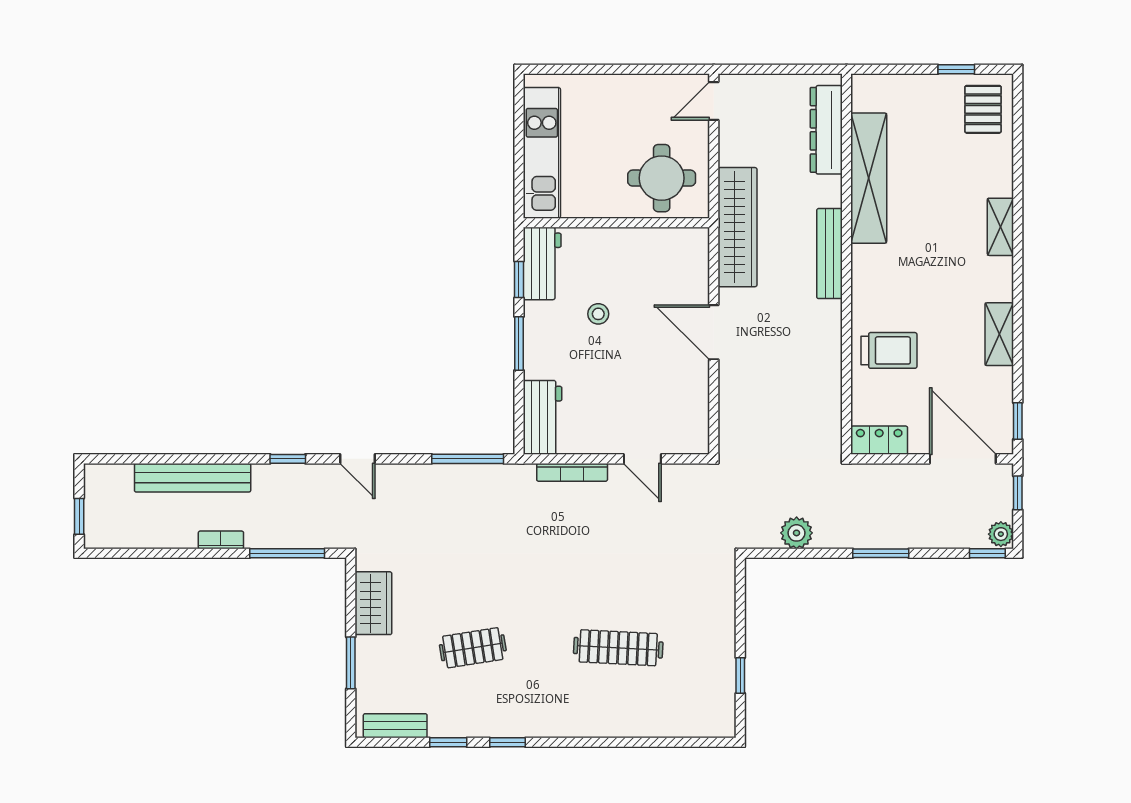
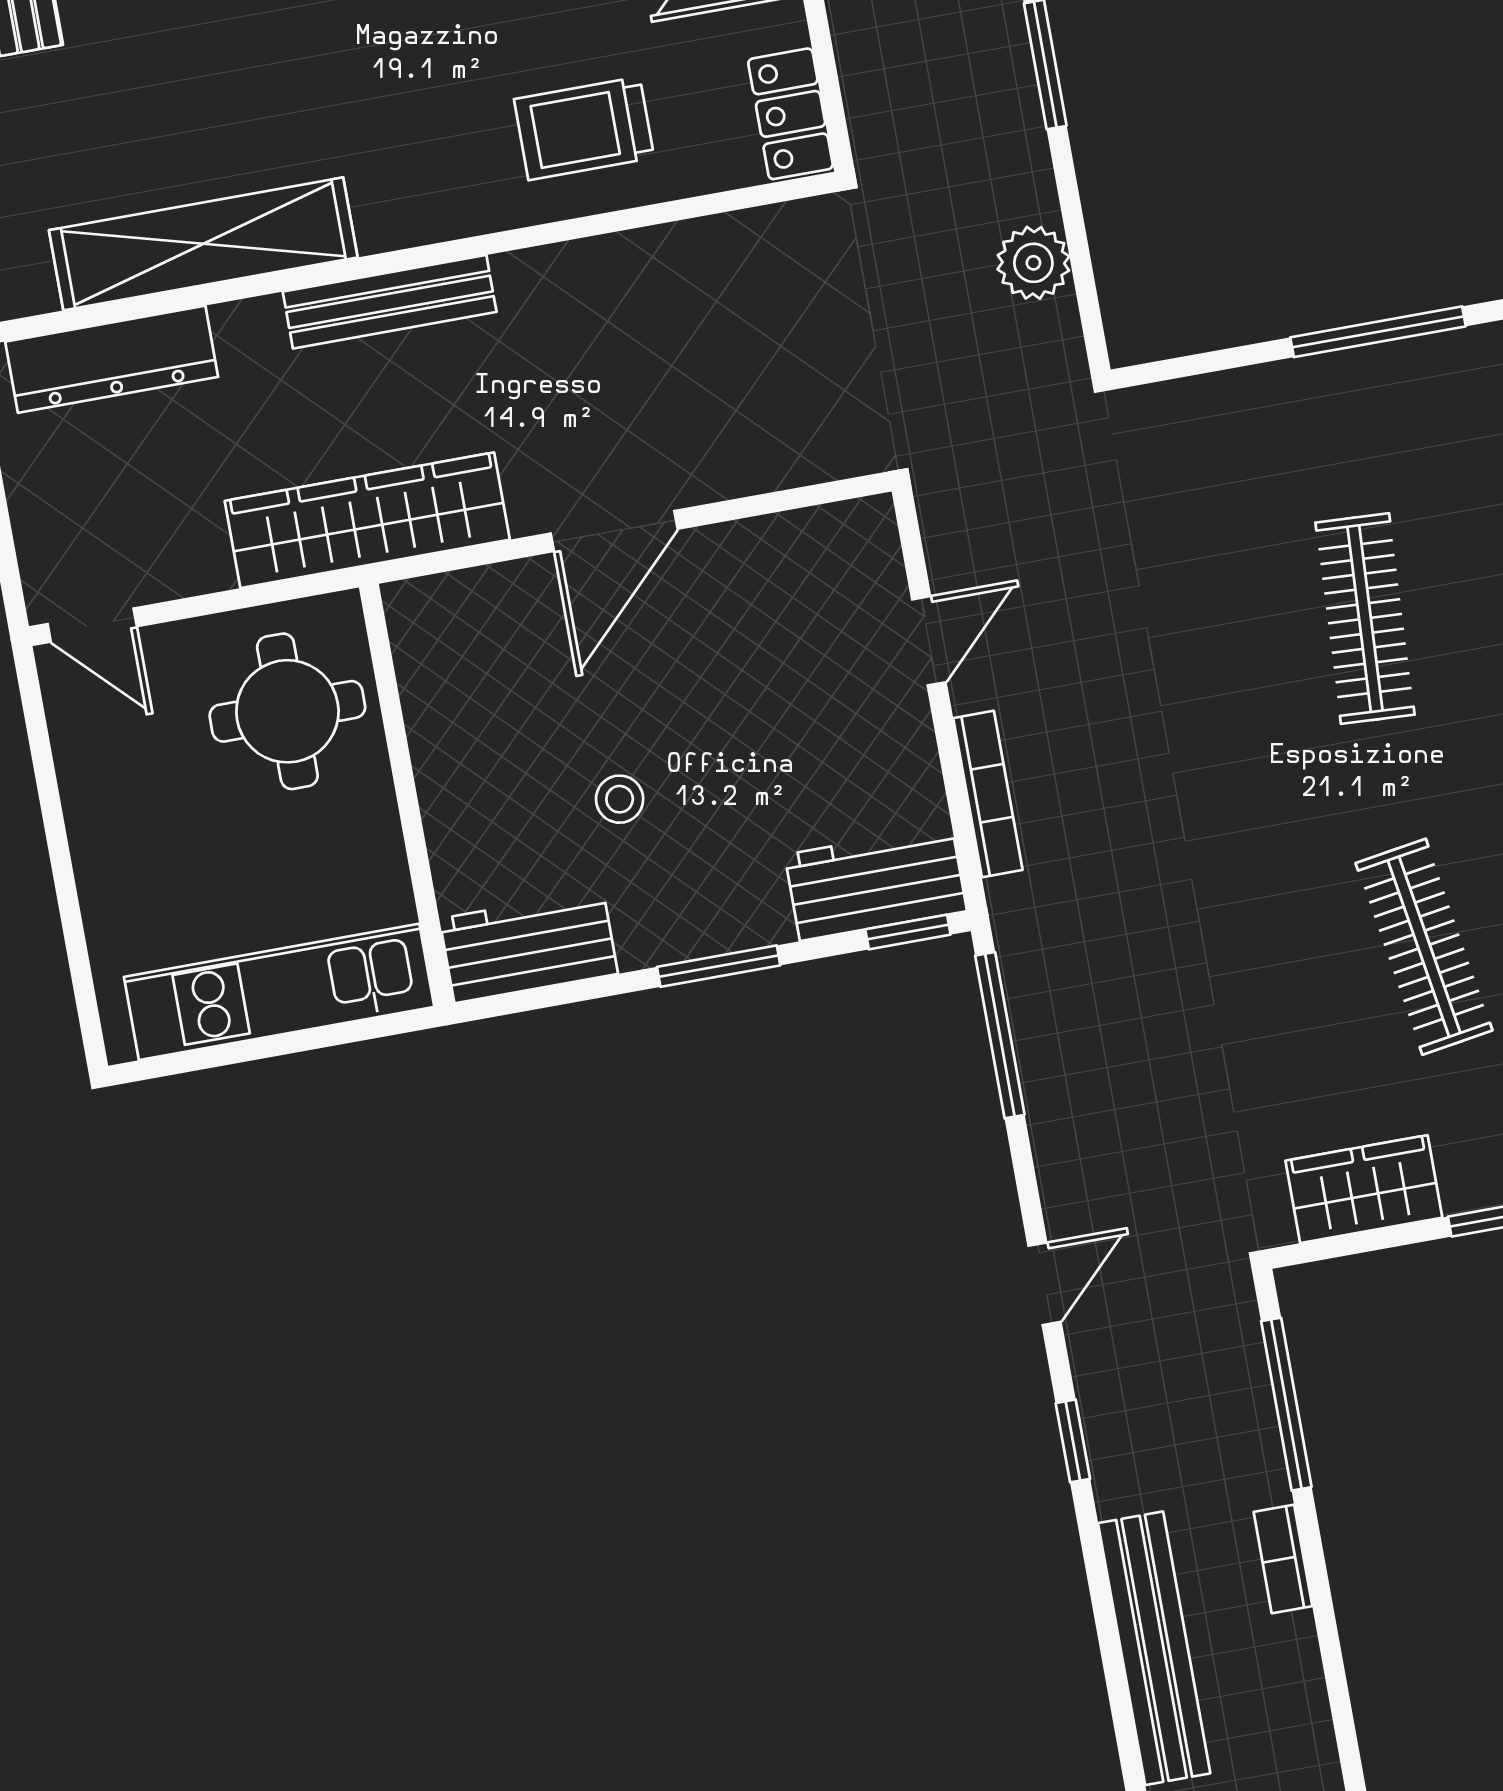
window: (519, 280) -> (908, 932), moved
trolley: (889, 350) -> (584, 128), turned -90
clothes rail: (473, 648) -> (1424, 947), width x1.36
window: (740, 676) -> (1378, 332), width x2.17

